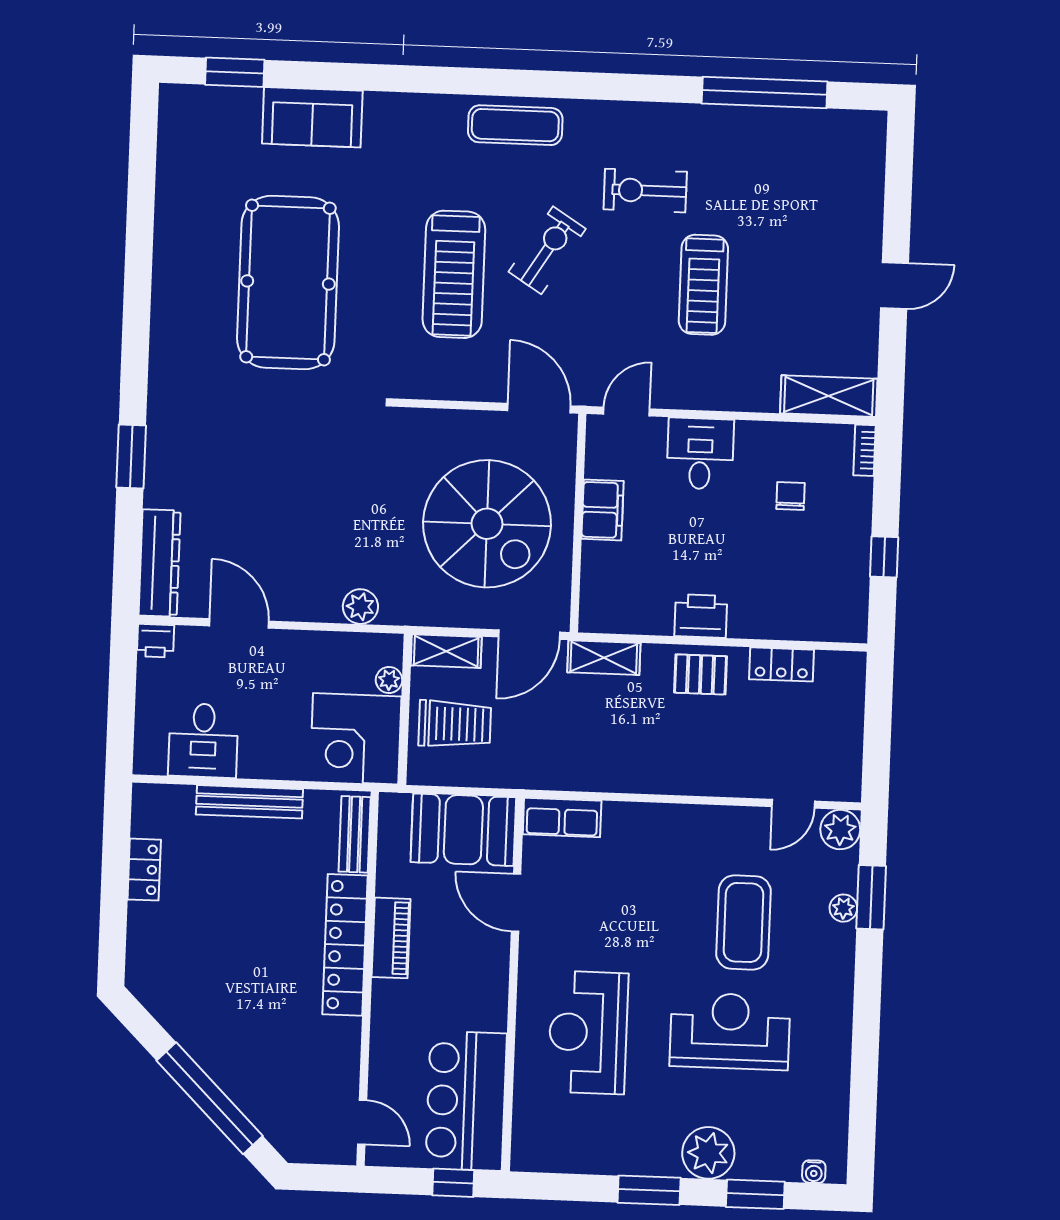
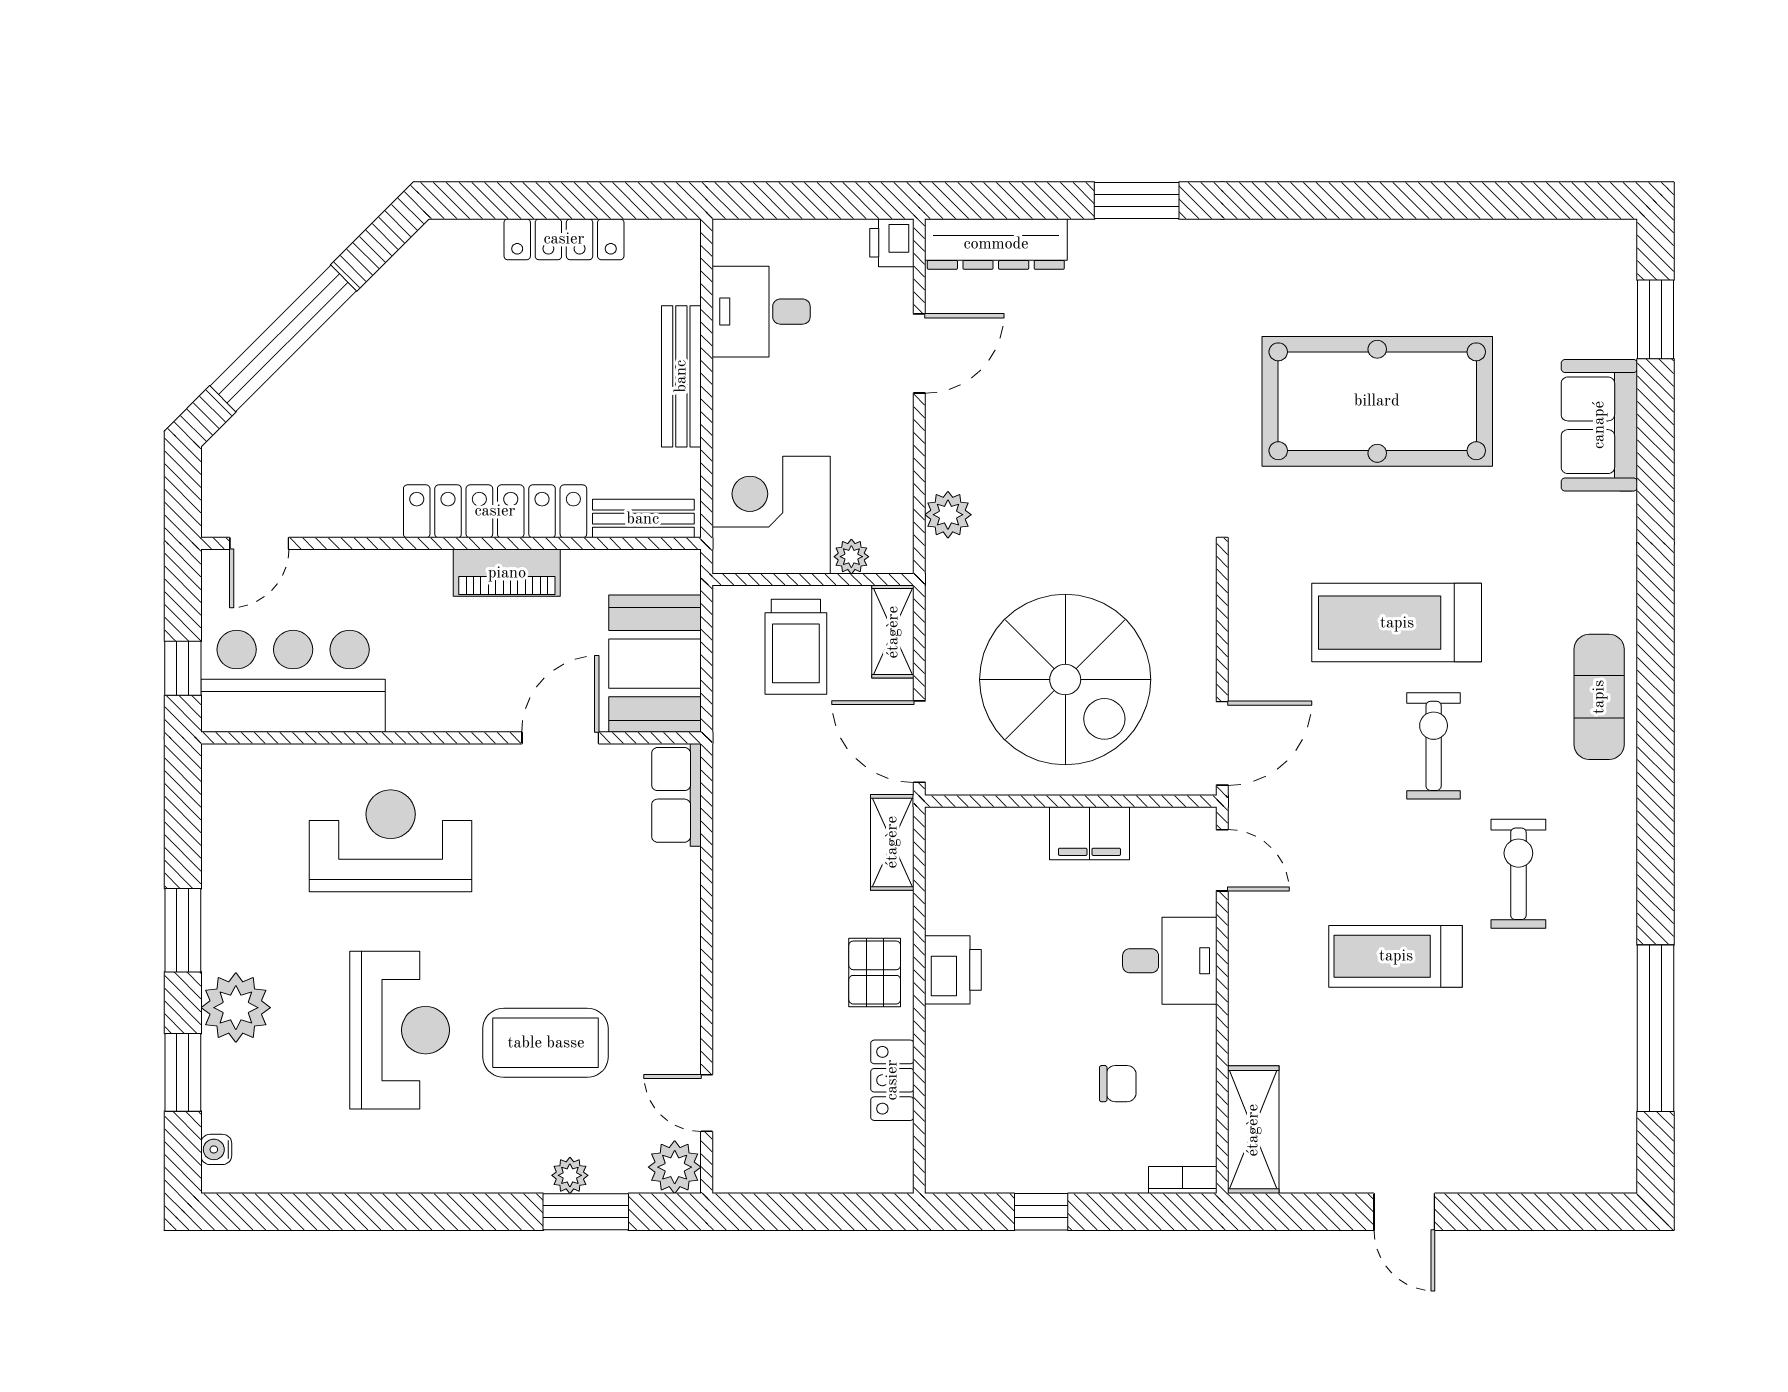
exercise bike: (547, 250) -> (1434, 746), turned -122
spiral stairs: (487, 524) -> (1065, 680), turned -90
locker: (144, 870) -> (564, 239), width x1.53

